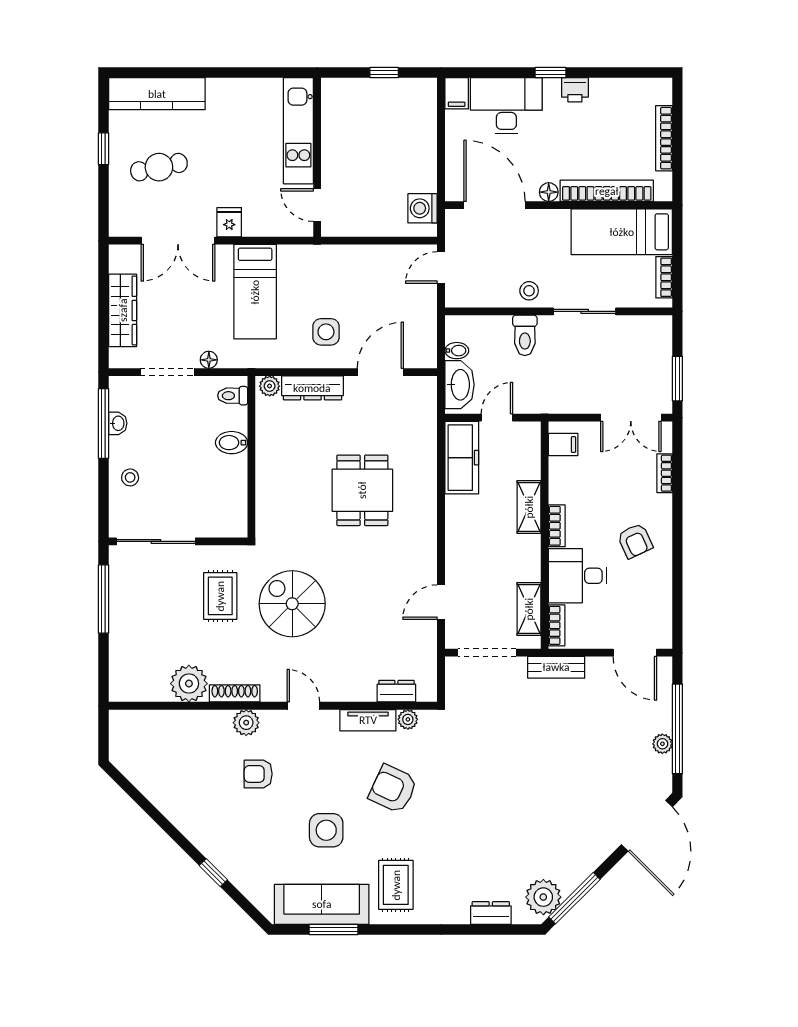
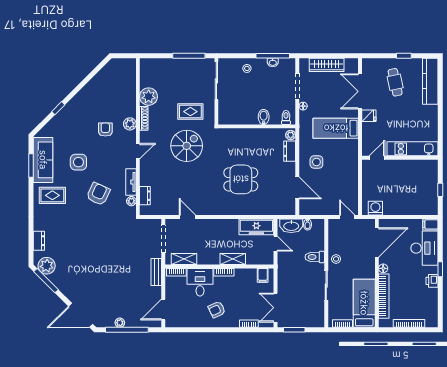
dresser: (312, 388) -> (290, 151), width x0.70

